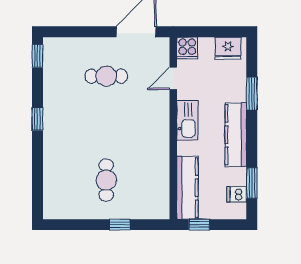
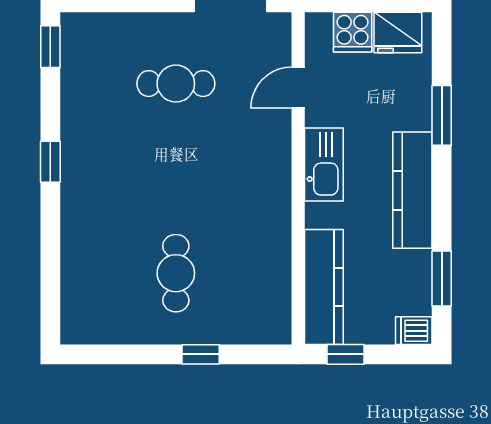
cooker: (187, 48) -> (353, 32), moved
dishwasher: (237, 194) -> (414, 331), moved

